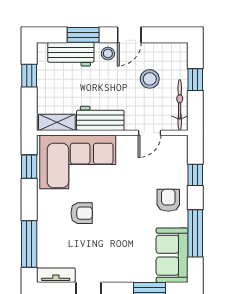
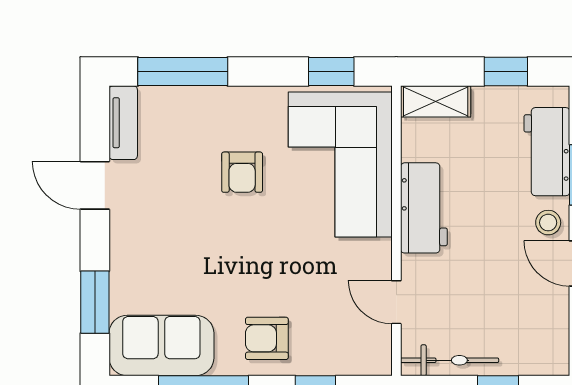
stool: (150, 79) -> (500, 303), removed
shelving: (57, 122) -> (436, 101), moved, turned 90
armchair: (168, 200) -> (267, 338), turned 180

